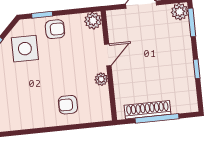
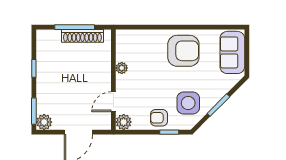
door: (108, 55) -> (113, 102), moved
armchair: (68, 105) -> (183, 51), moved, width x1.88, depth x1.88

